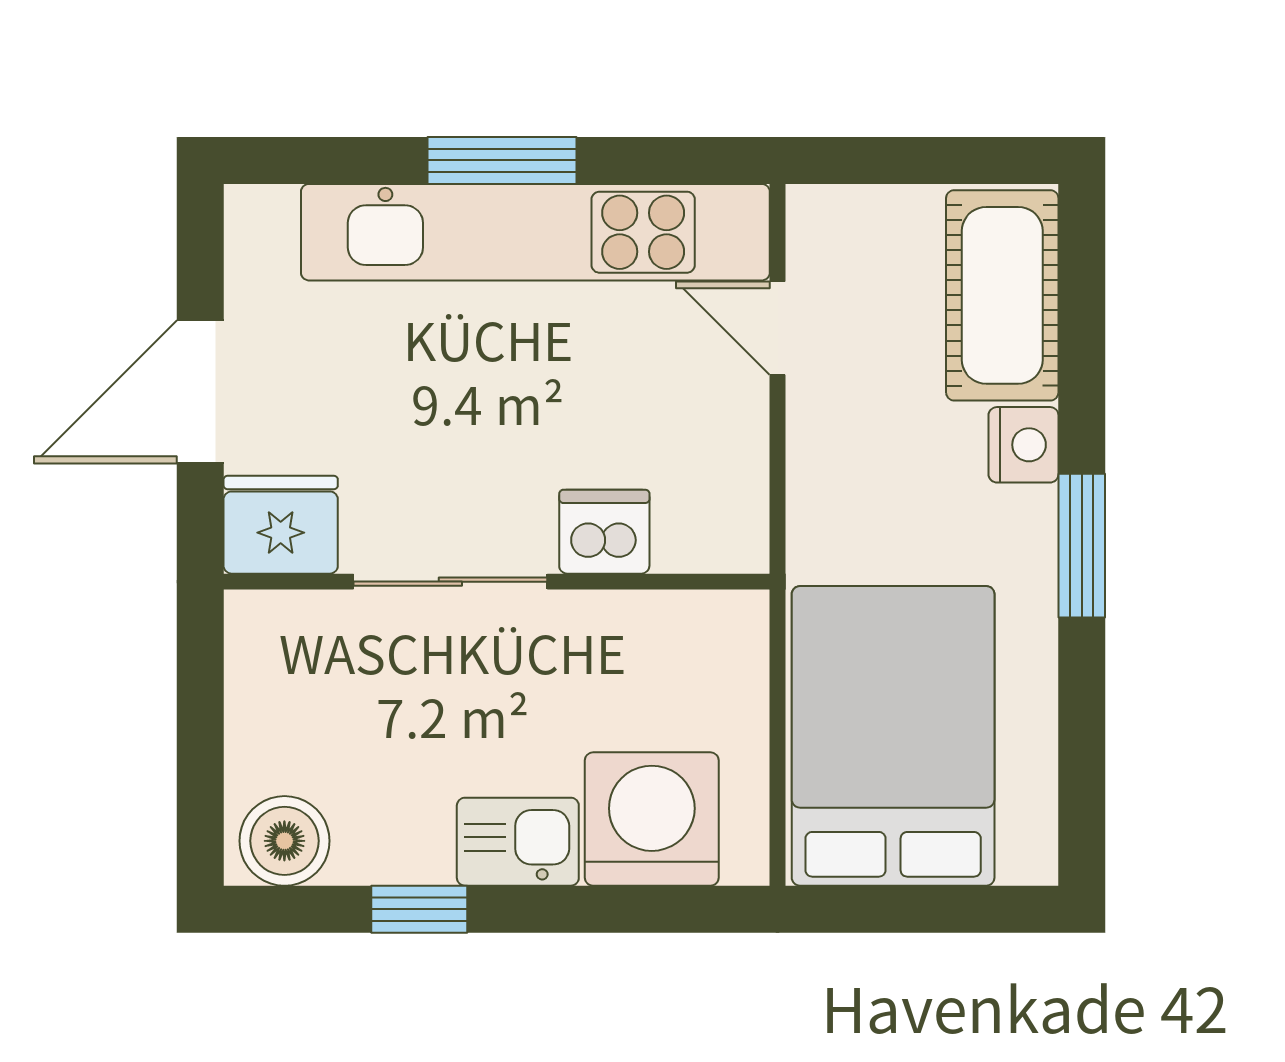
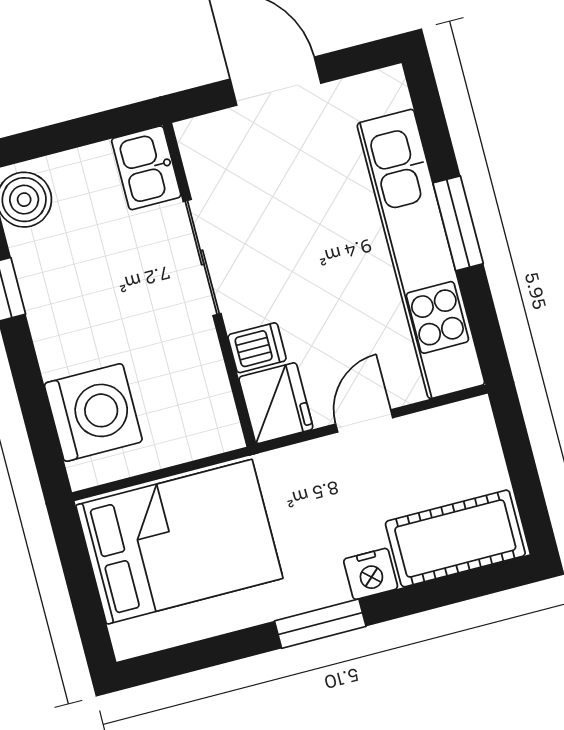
door: (777, 328) -> (364, 421), moved
fridge: (281, 525) -> (276, 403), moved
dishwasher: (604, 532) -> (257, 348), width x0.73
kitchen sink: (518, 842) -> (146, 168), moved, turned 180

